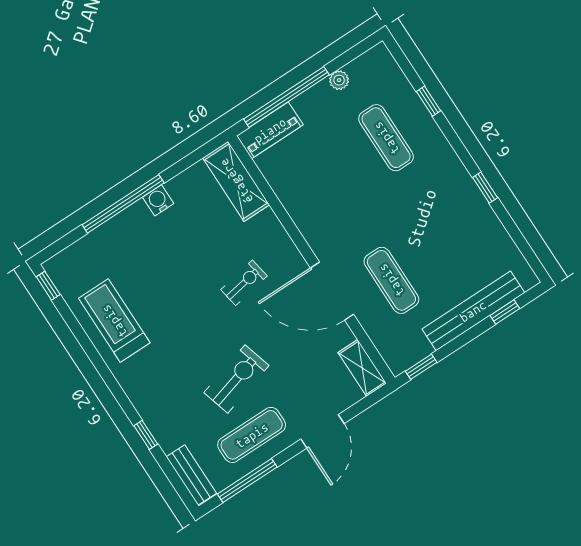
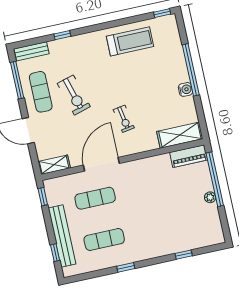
plant: (339, 80) -> (210, 197), moved
piano: (270, 130) -> (189, 156), moved, turned -90
exercise mat: (386, 138) -> (104, 240), moved

